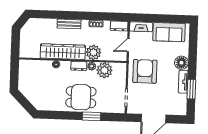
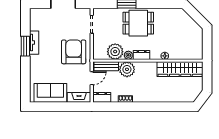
bench: (69, 24) -> (106, 66), moved
wardrobe: (63, 52) -> (180, 69), moved
floor lamp: (181, 63) -> (37, 62), removed
armchair: (145, 71) -> (74, 52), turned 180
window: (191, 89) -> (25, 46), moved

